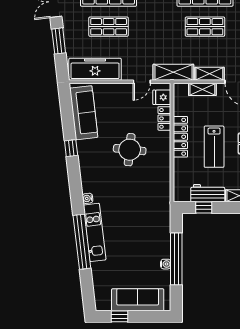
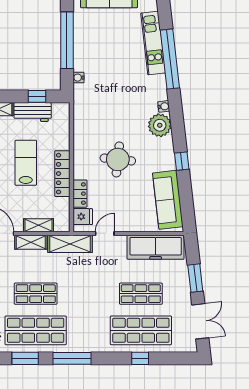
plant: (91, 181) -> (160, 125), added
kitchen unit: (95, 232) -> (153, 43), moved
water cooler: (166, 264) -> (78, 78), moved

